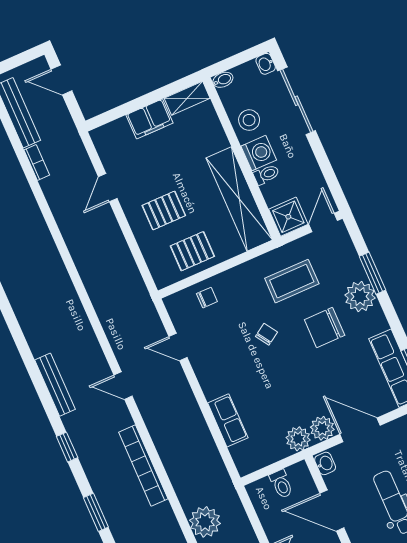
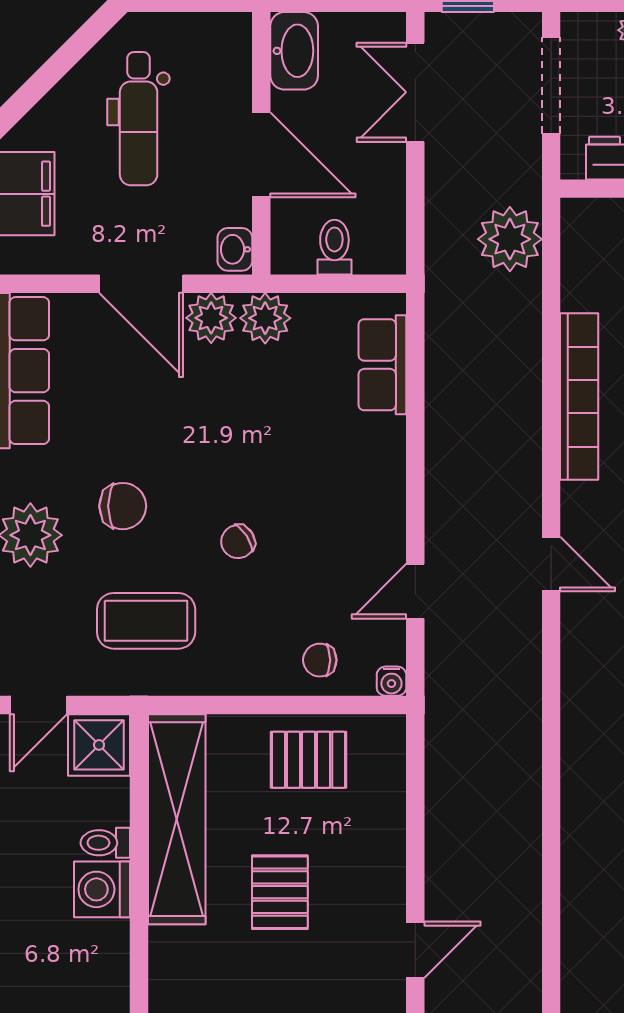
stool: (249, 120) -> (93, 960), removed
pallet: (164, 210) -> (280, 892), moved, turned 90
water cooler: (171, 302) -> (391, 681), added
chair: (325, 327) -> (123, 506), width x0.73, depth x0.73
door: (178, 347) -> (415, 591), swing flipped
row of seats: (228, 420) -> (382, 365), moved

